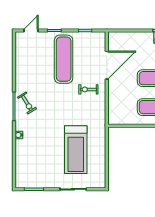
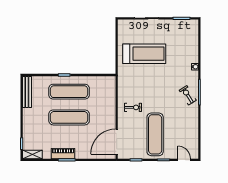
door: (31, 31) -> (184, 160), swing flipped
door: (107, 65) -> (117, 142), moved
treadmill: (76, 150) -> (144, 54), turned 90

